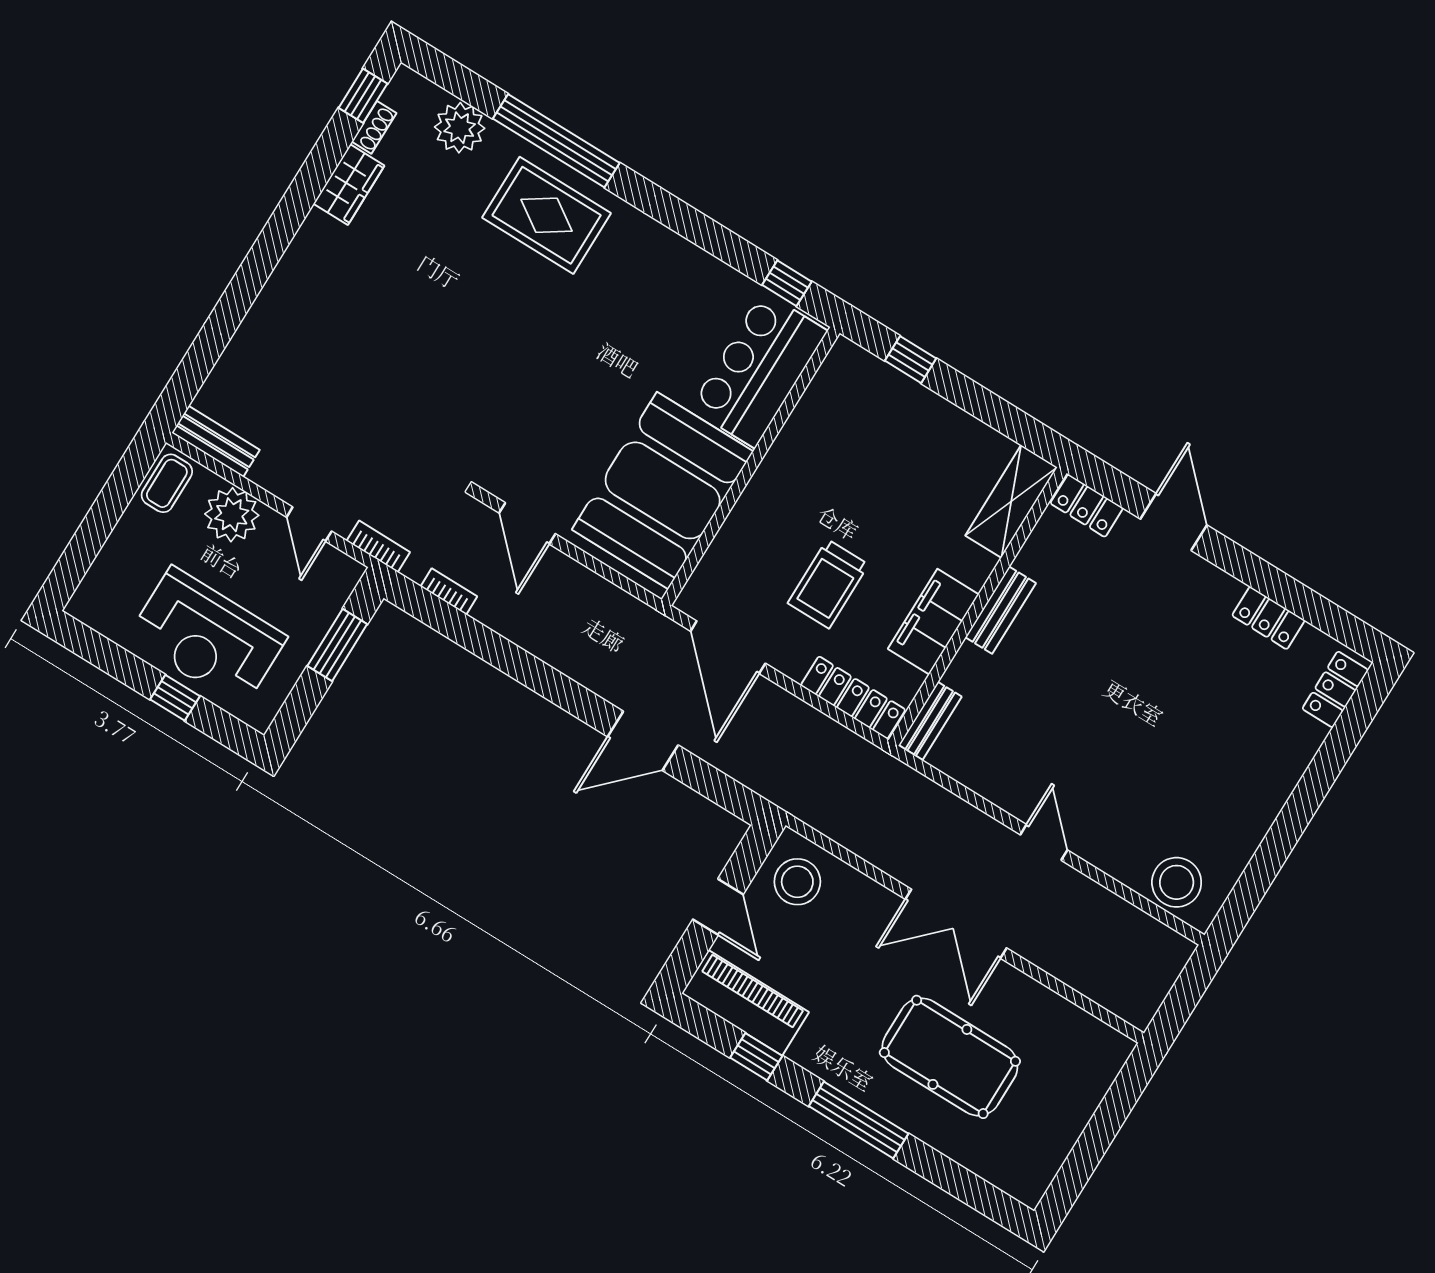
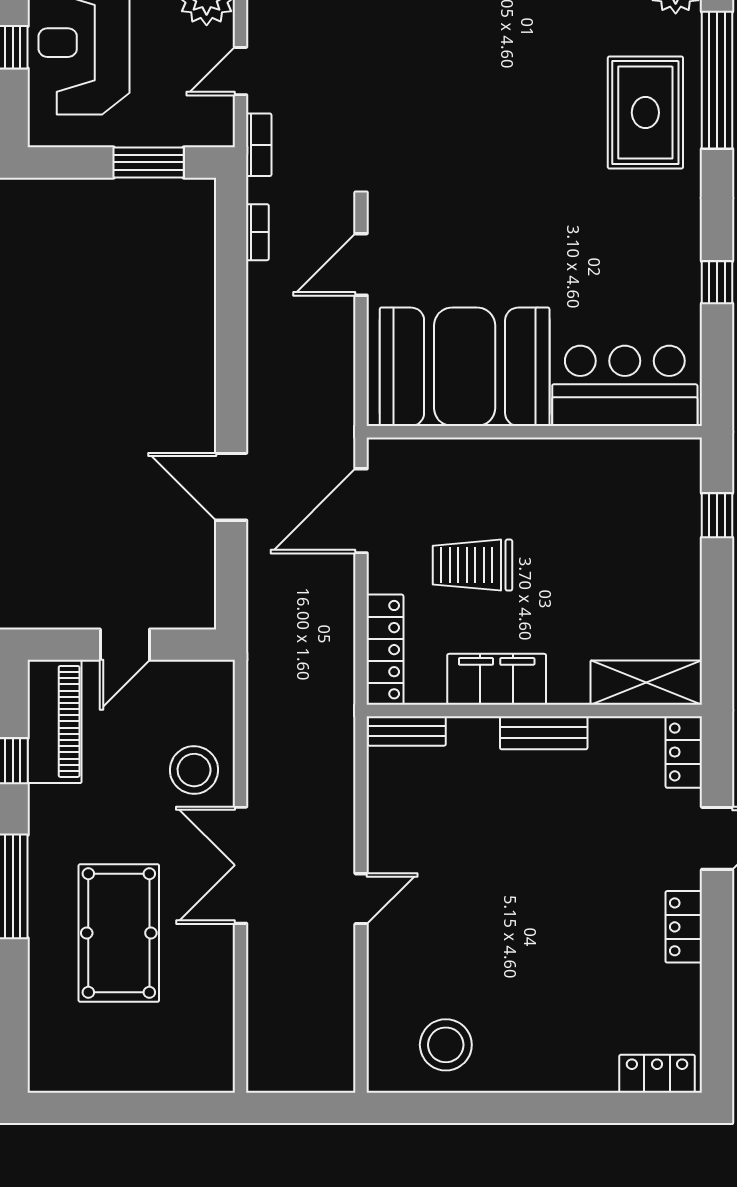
window: (787, 283) -> (717, 282), moved
locker: (1268, 618) -> (684, 927), moved
stool: (797, 882) -> (194, 770), moved
stool: (1177, 882) -> (446, 1045), moved

